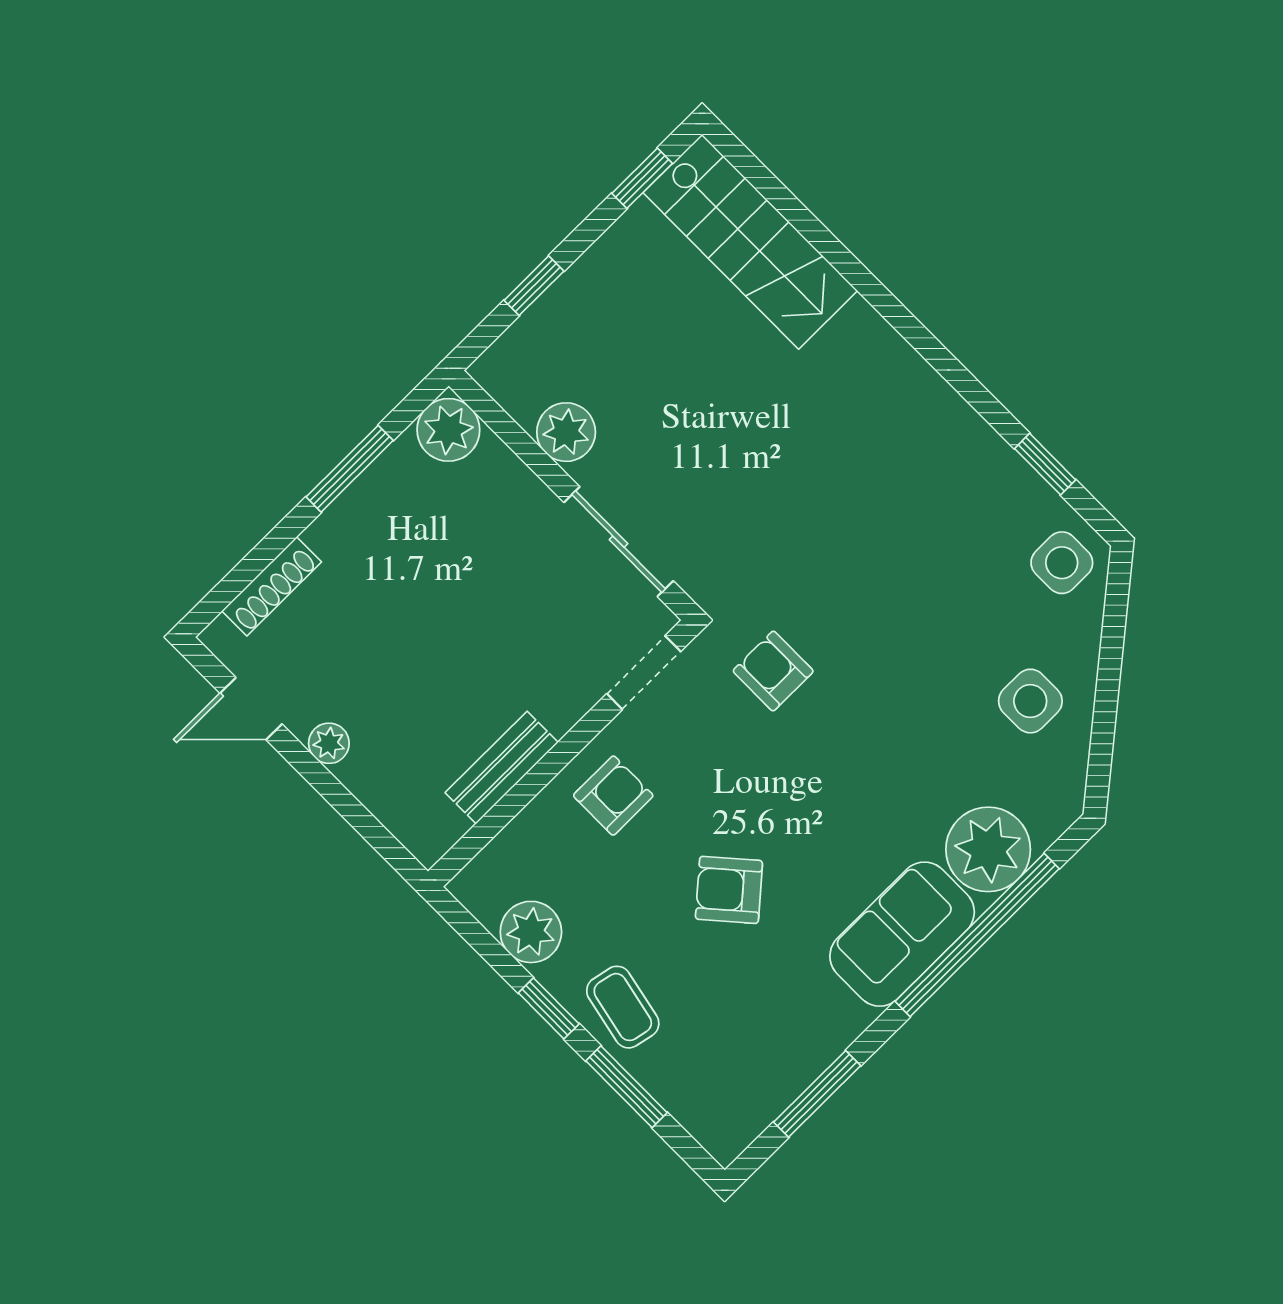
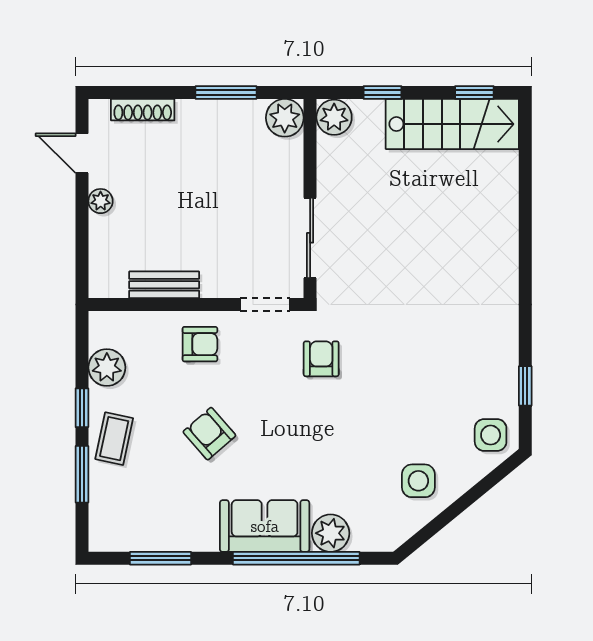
stairs: (750, 242) -> (452, 124), moved, turned -90
plant: (566, 432) -> (334, 117), moved
plant: (988, 849) -> (331, 533), width x0.73, depth x0.73

